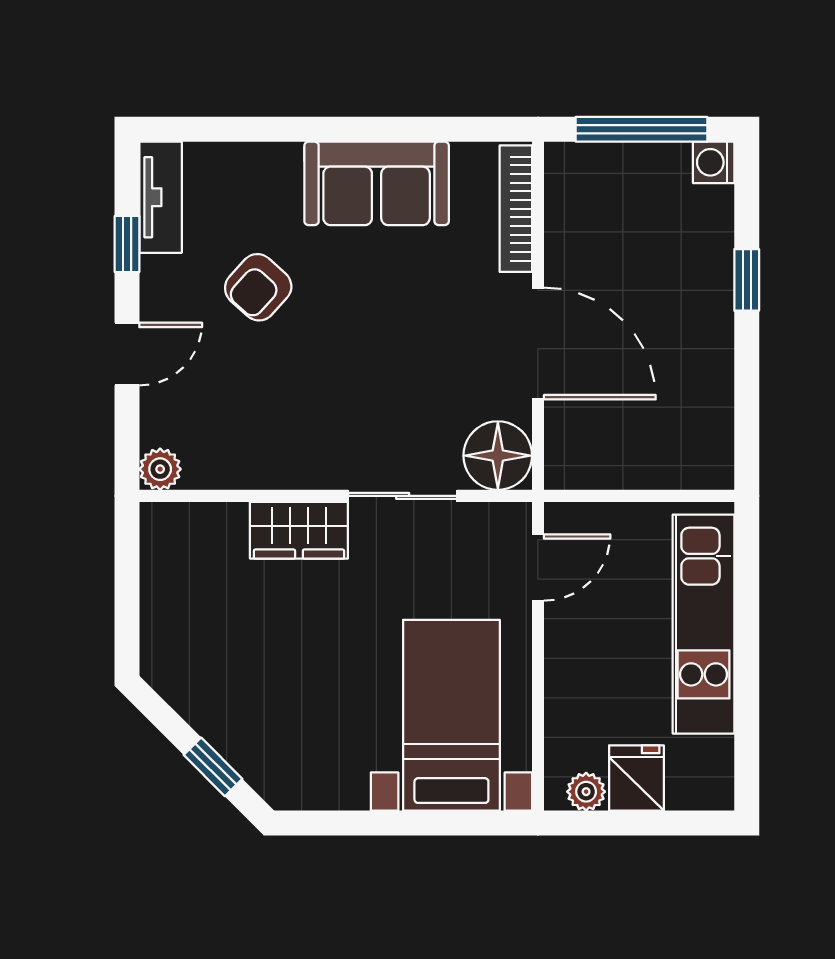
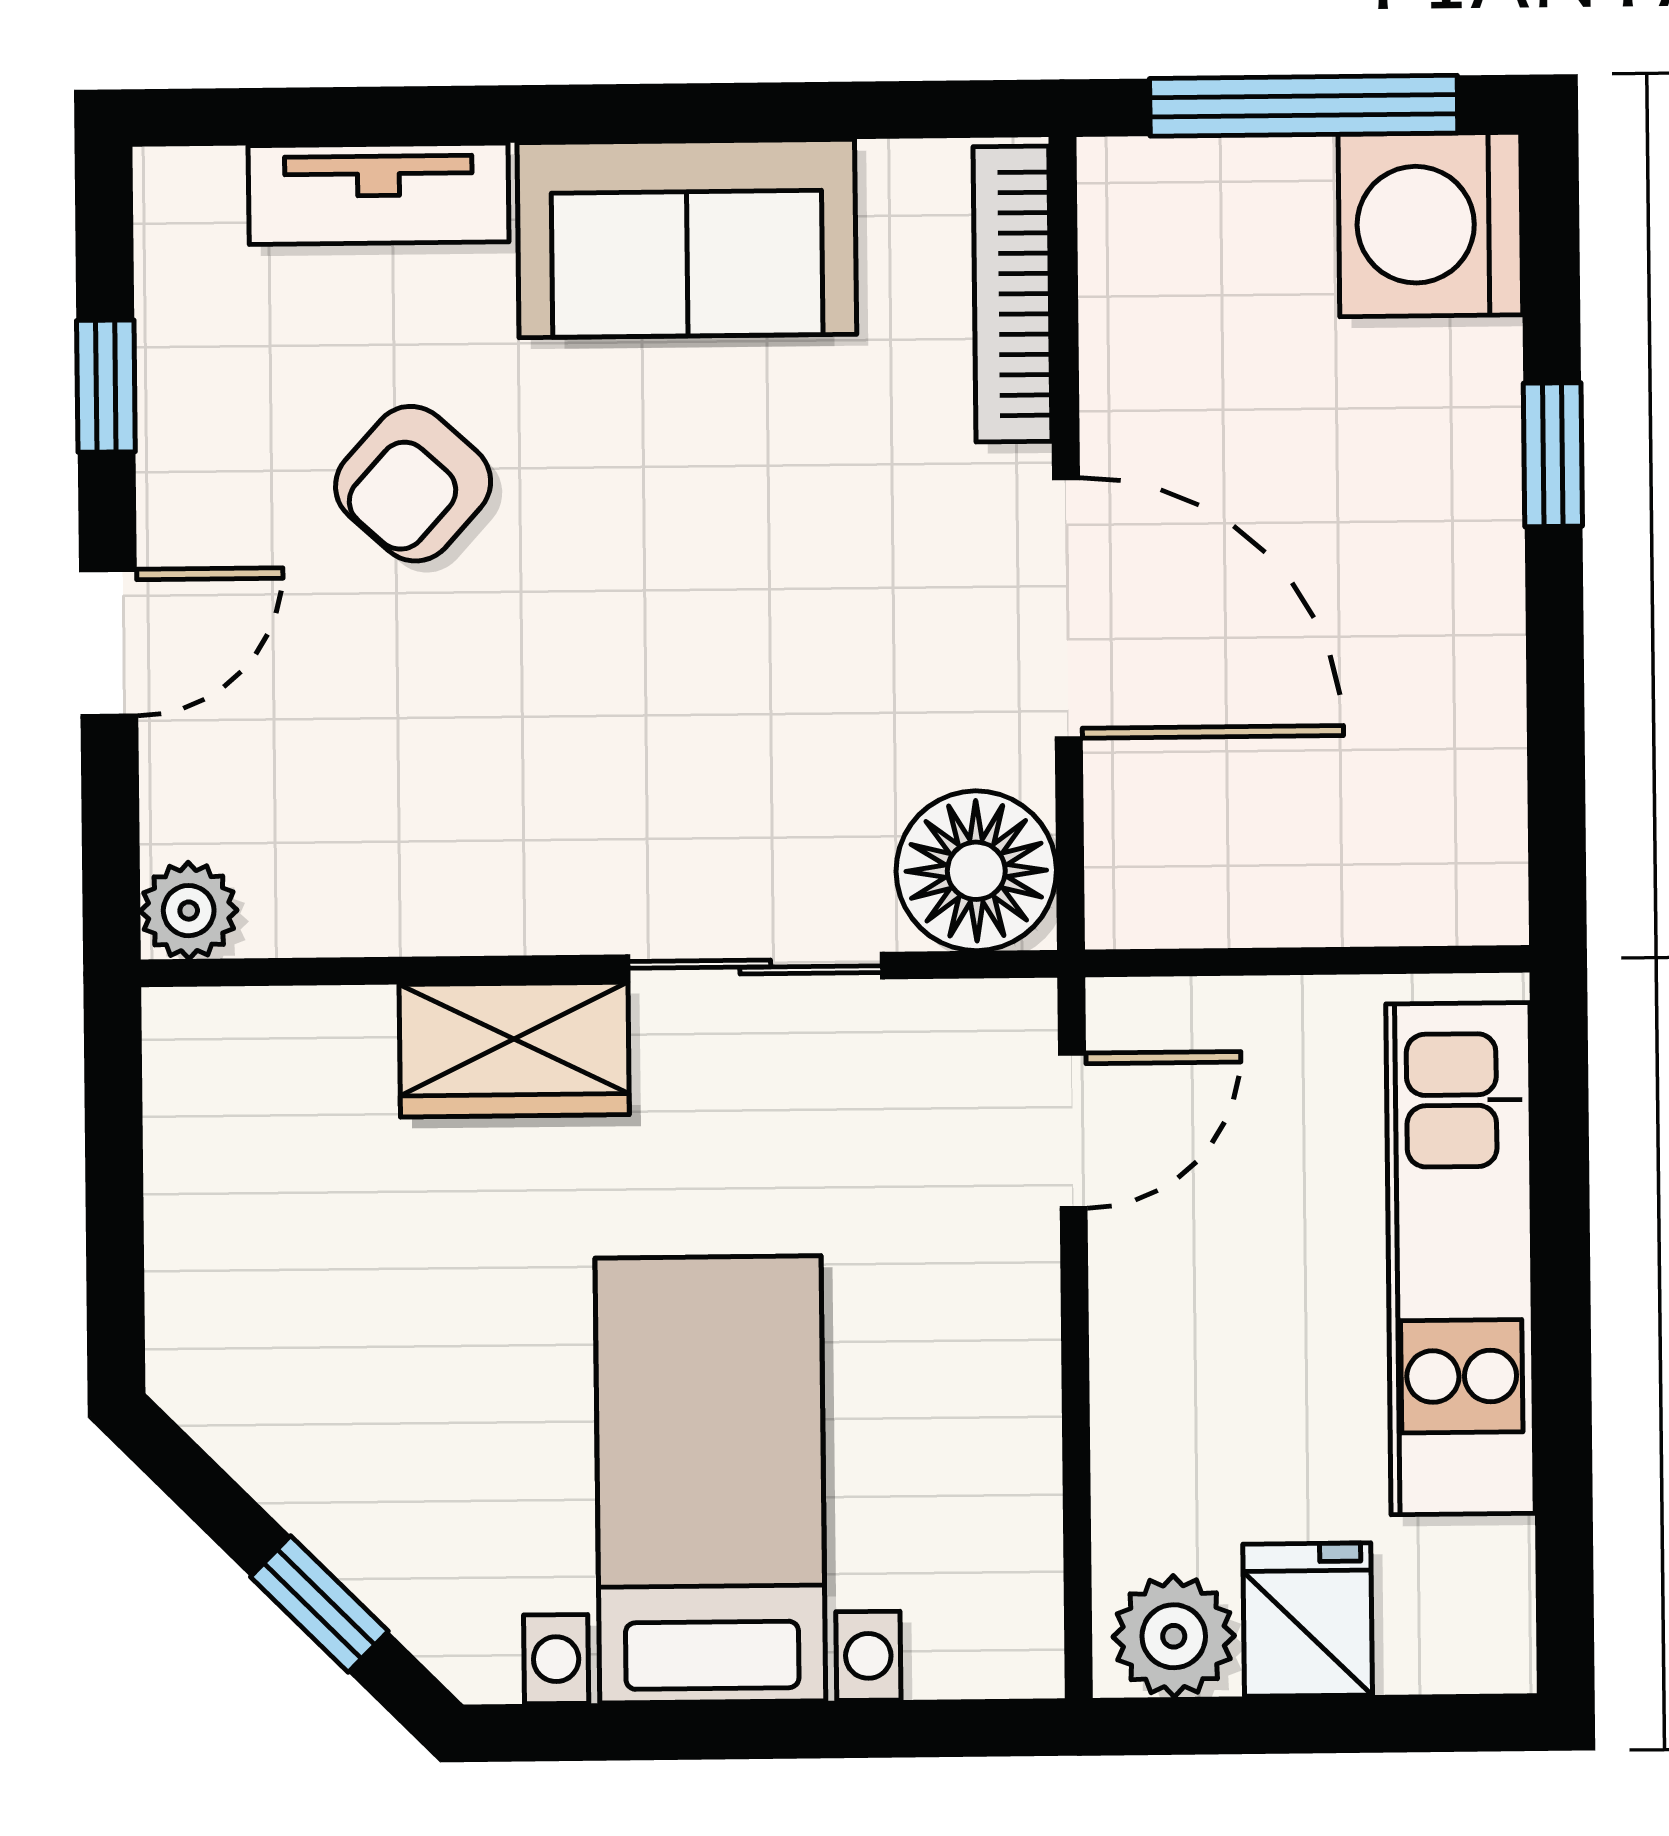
washing machine: (714, 162) -> (1430, 224), width x1.89, depth x1.89
tv unit: (161, 197) -> (379, 194), moved, turned 90
bed with nightstands: (451, 715) -> (710, 1479), moved
plant: (586, 792) -> (1174, 1636), width x1.38, depth x1.38

